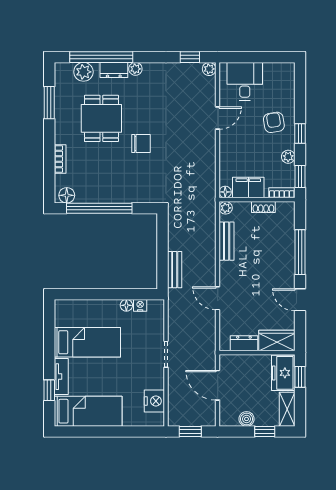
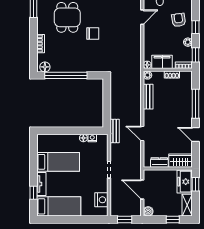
bench: (175, 270) -> (115, 131), moved
boiler: (247, 419) -> (148, 211), moved

